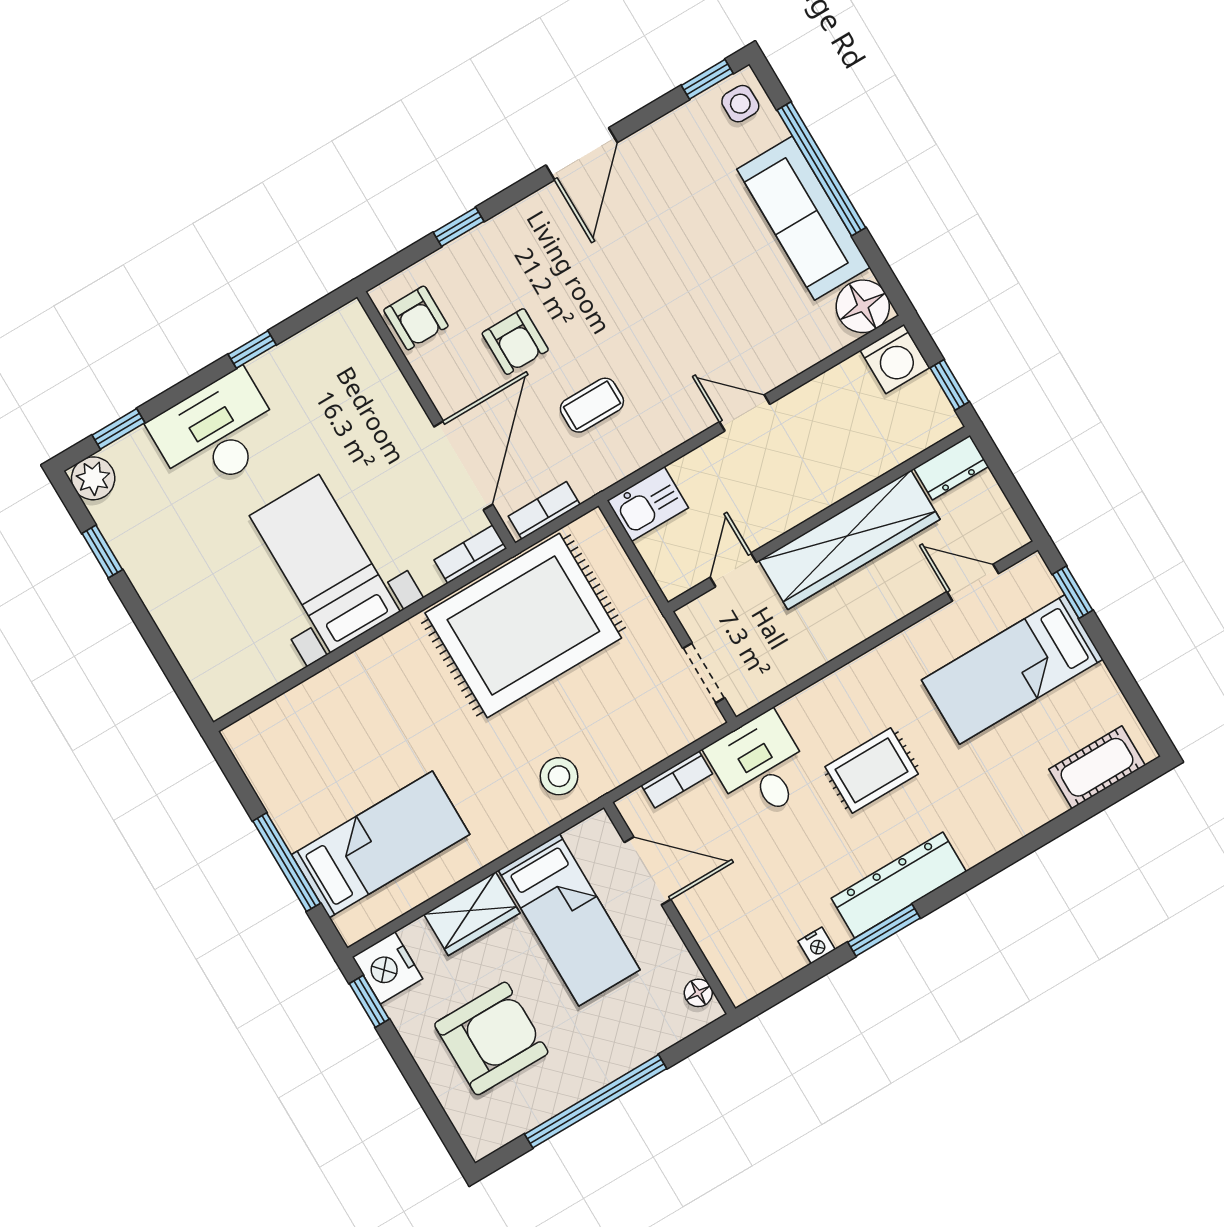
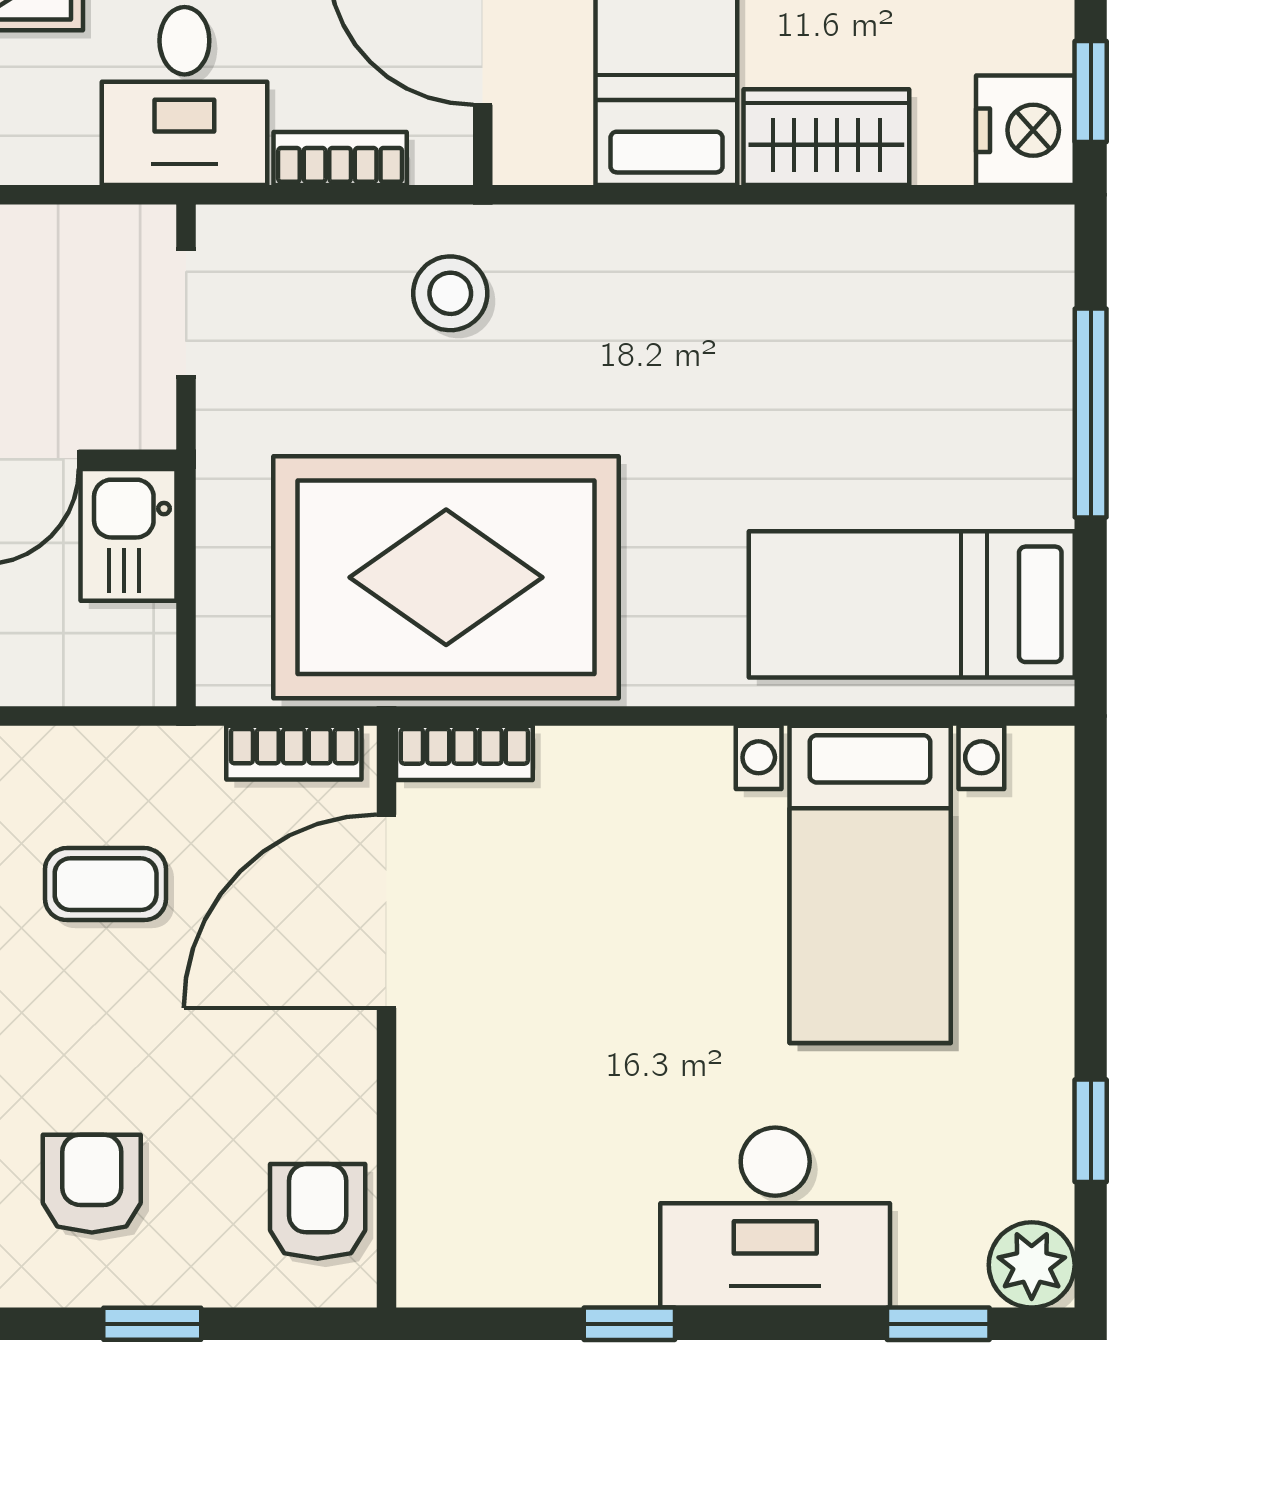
armchair: (515, 342) -> (92, 1184), moved
kitchen sink: (648, 504) -> (129, 535), moved, turned -90
bed with nightstands: (325, 564) -> (870, 884), moved
stool: (559, 776) -> (450, 293), moved
bed: (381, 844) -> (912, 604), moved

